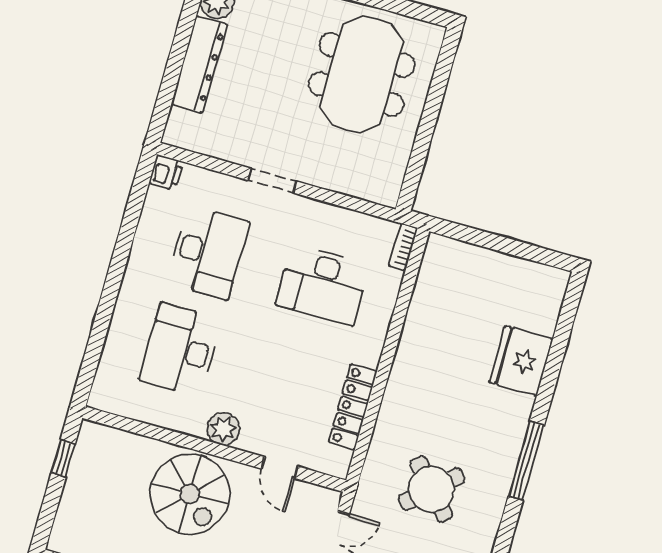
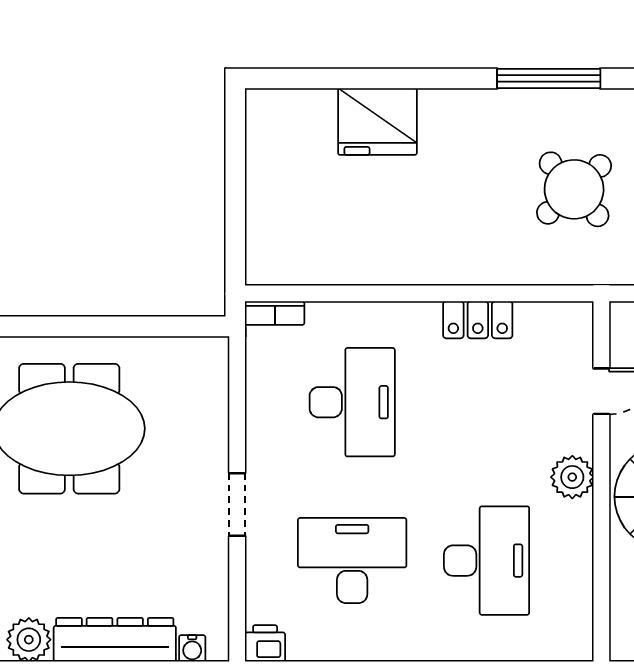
water cooler: (177, 119) -> (192, 648), added
desk: (181, 350) -> (487, 561), turned -90
locker: (353, 407) -> (478, 320), width x0.66
window: (526, 461) -> (549, 78), moved

